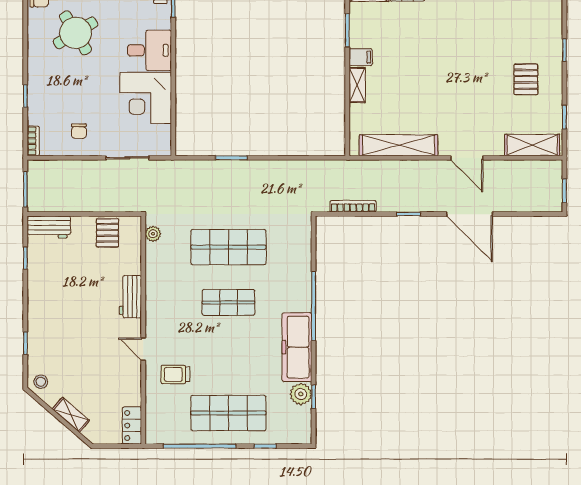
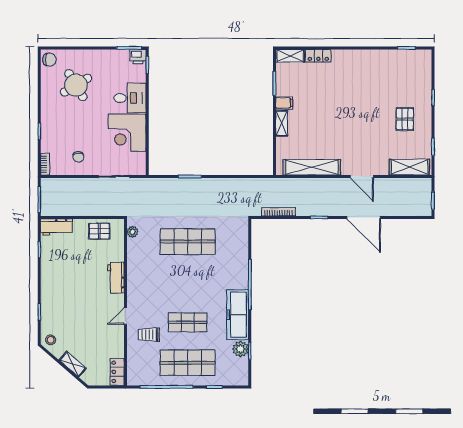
pallet: (107, 233) -> (99, 231), turned 90
shop shelf: (228, 302) -> (188, 322), moved
door: (143, 349) -> (125, 316), hinge flipped

